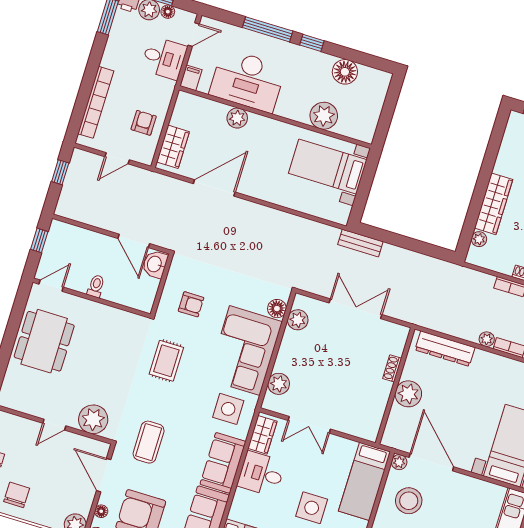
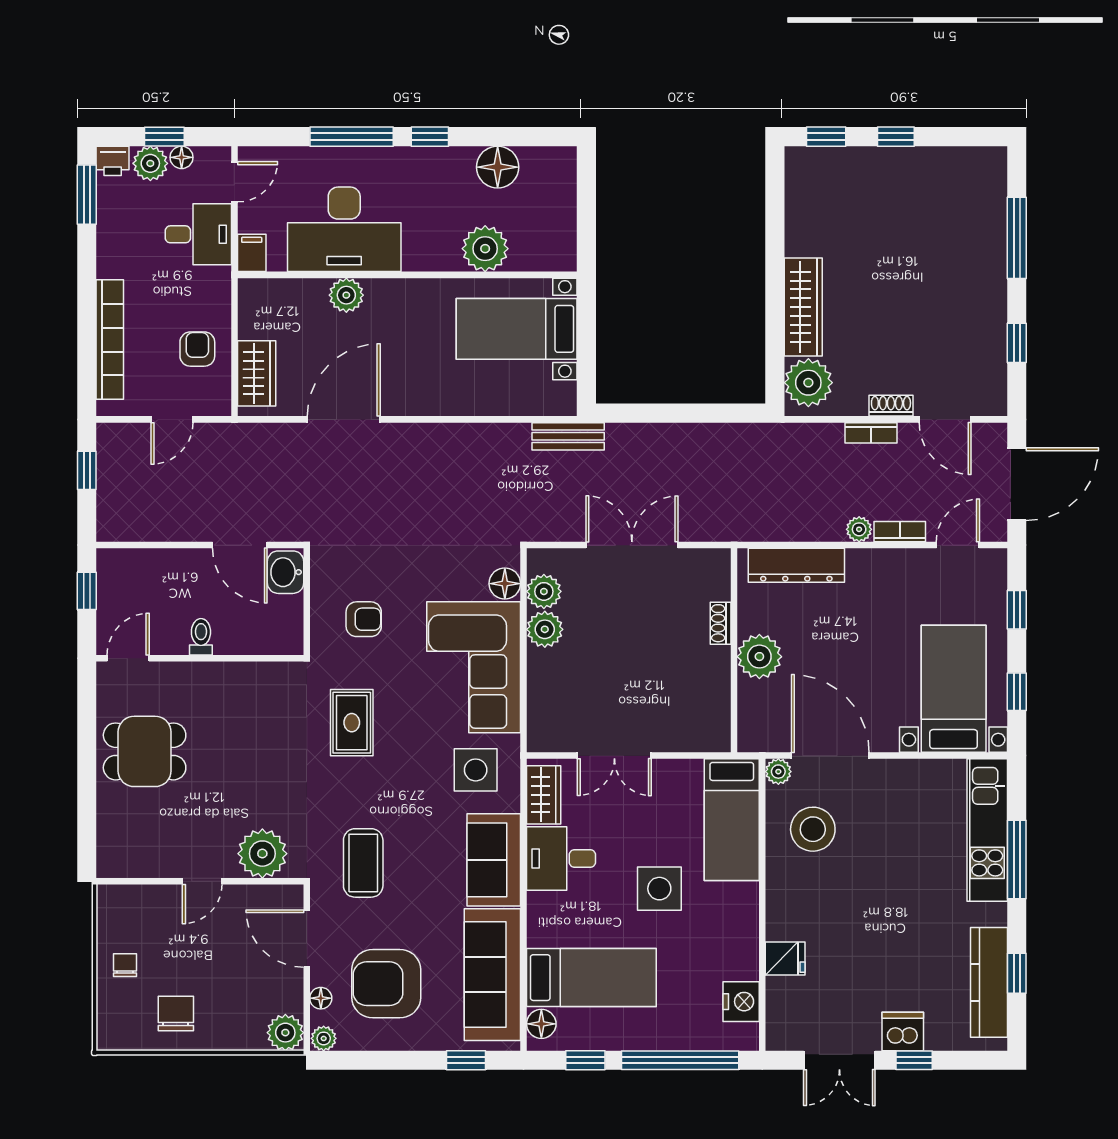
plant: (479, 239) -> (808, 383), width x1.88, depth x1.88
bench: (360, 243) -> (568, 436), moved
dining table: (44, 341) -> (145, 751), width x0.73
plant: (279, 384) -> (545, 629), moved

